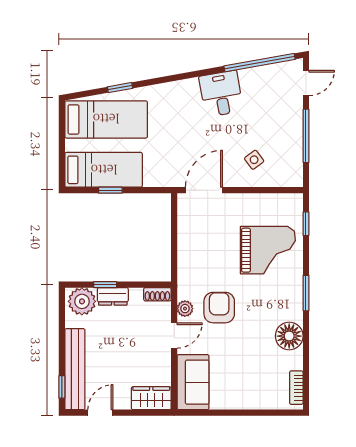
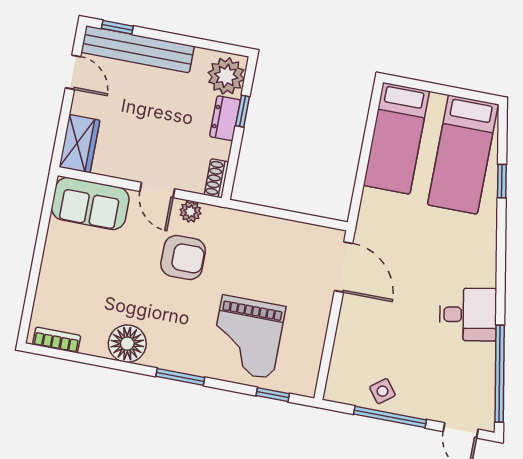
side table: (254, 160) -> (382, 391), moved
window: (110, 190) -> (367, 142), removed

